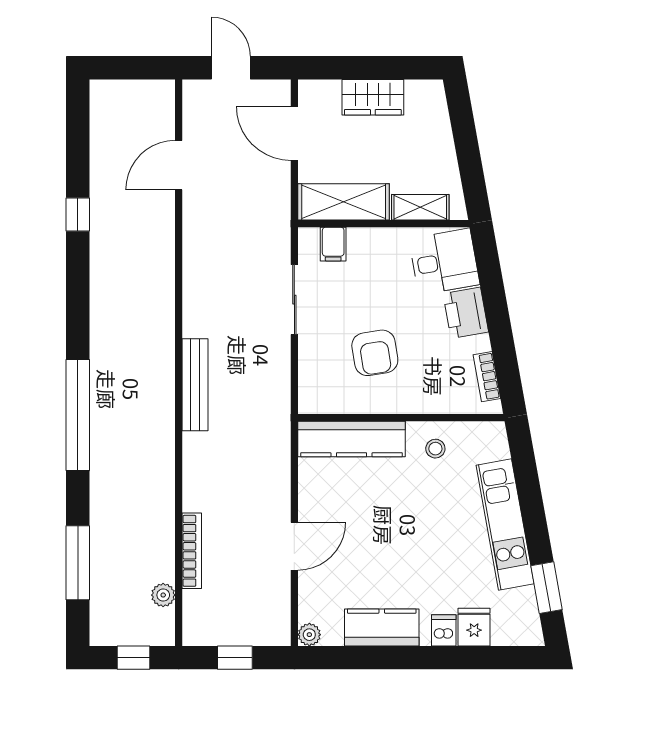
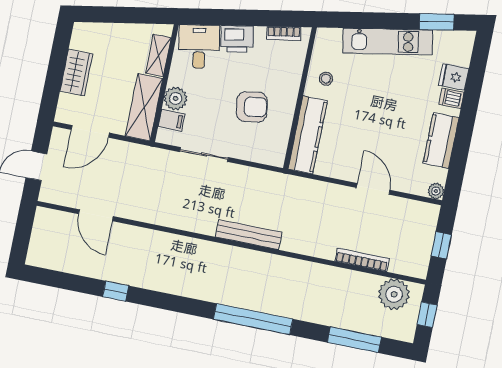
plant: (365, 244) -> (176, 98), added
plant: (163, 595) -> (394, 294), width x1.87, depth x1.87

